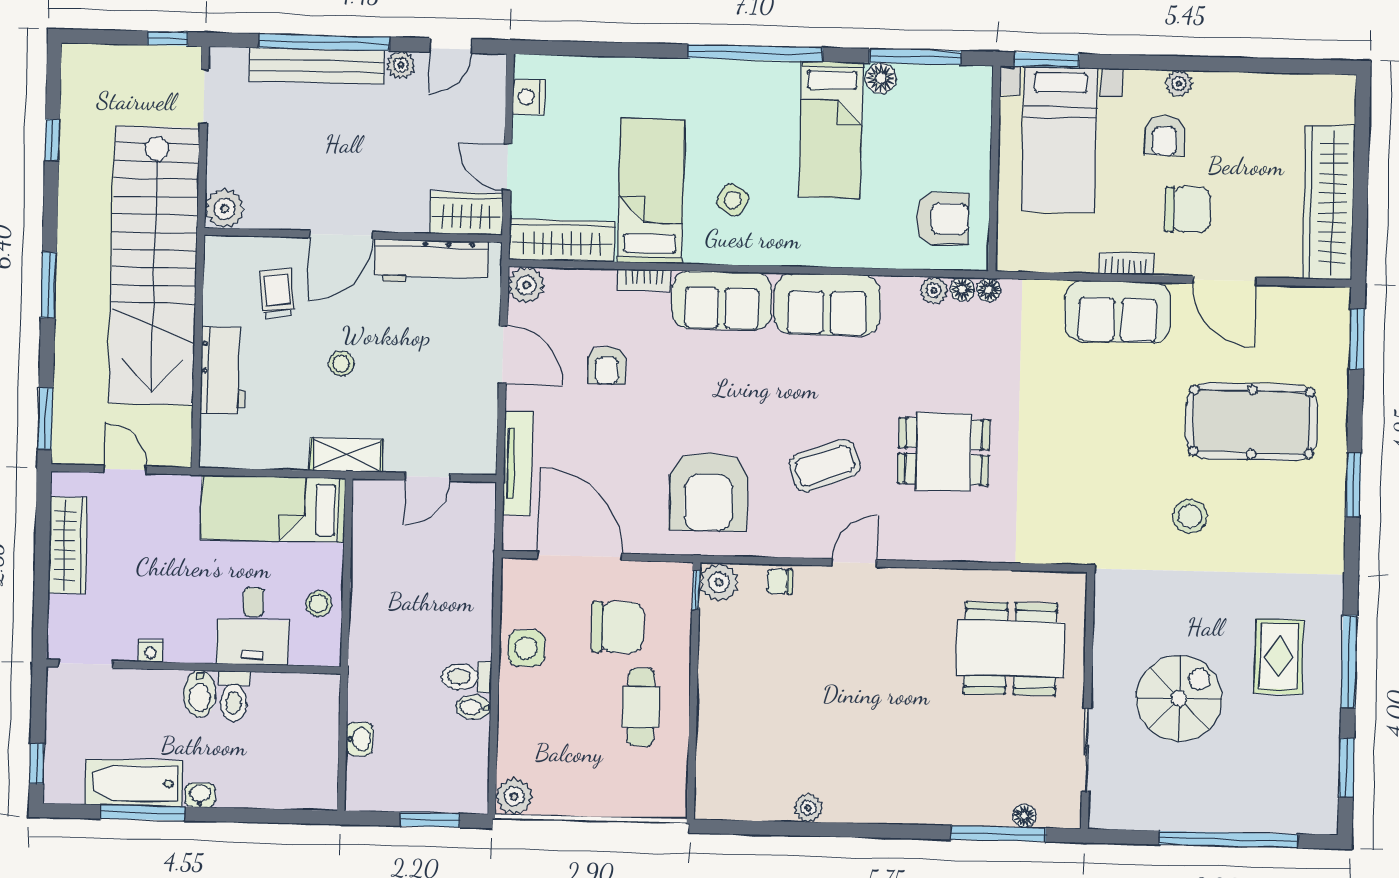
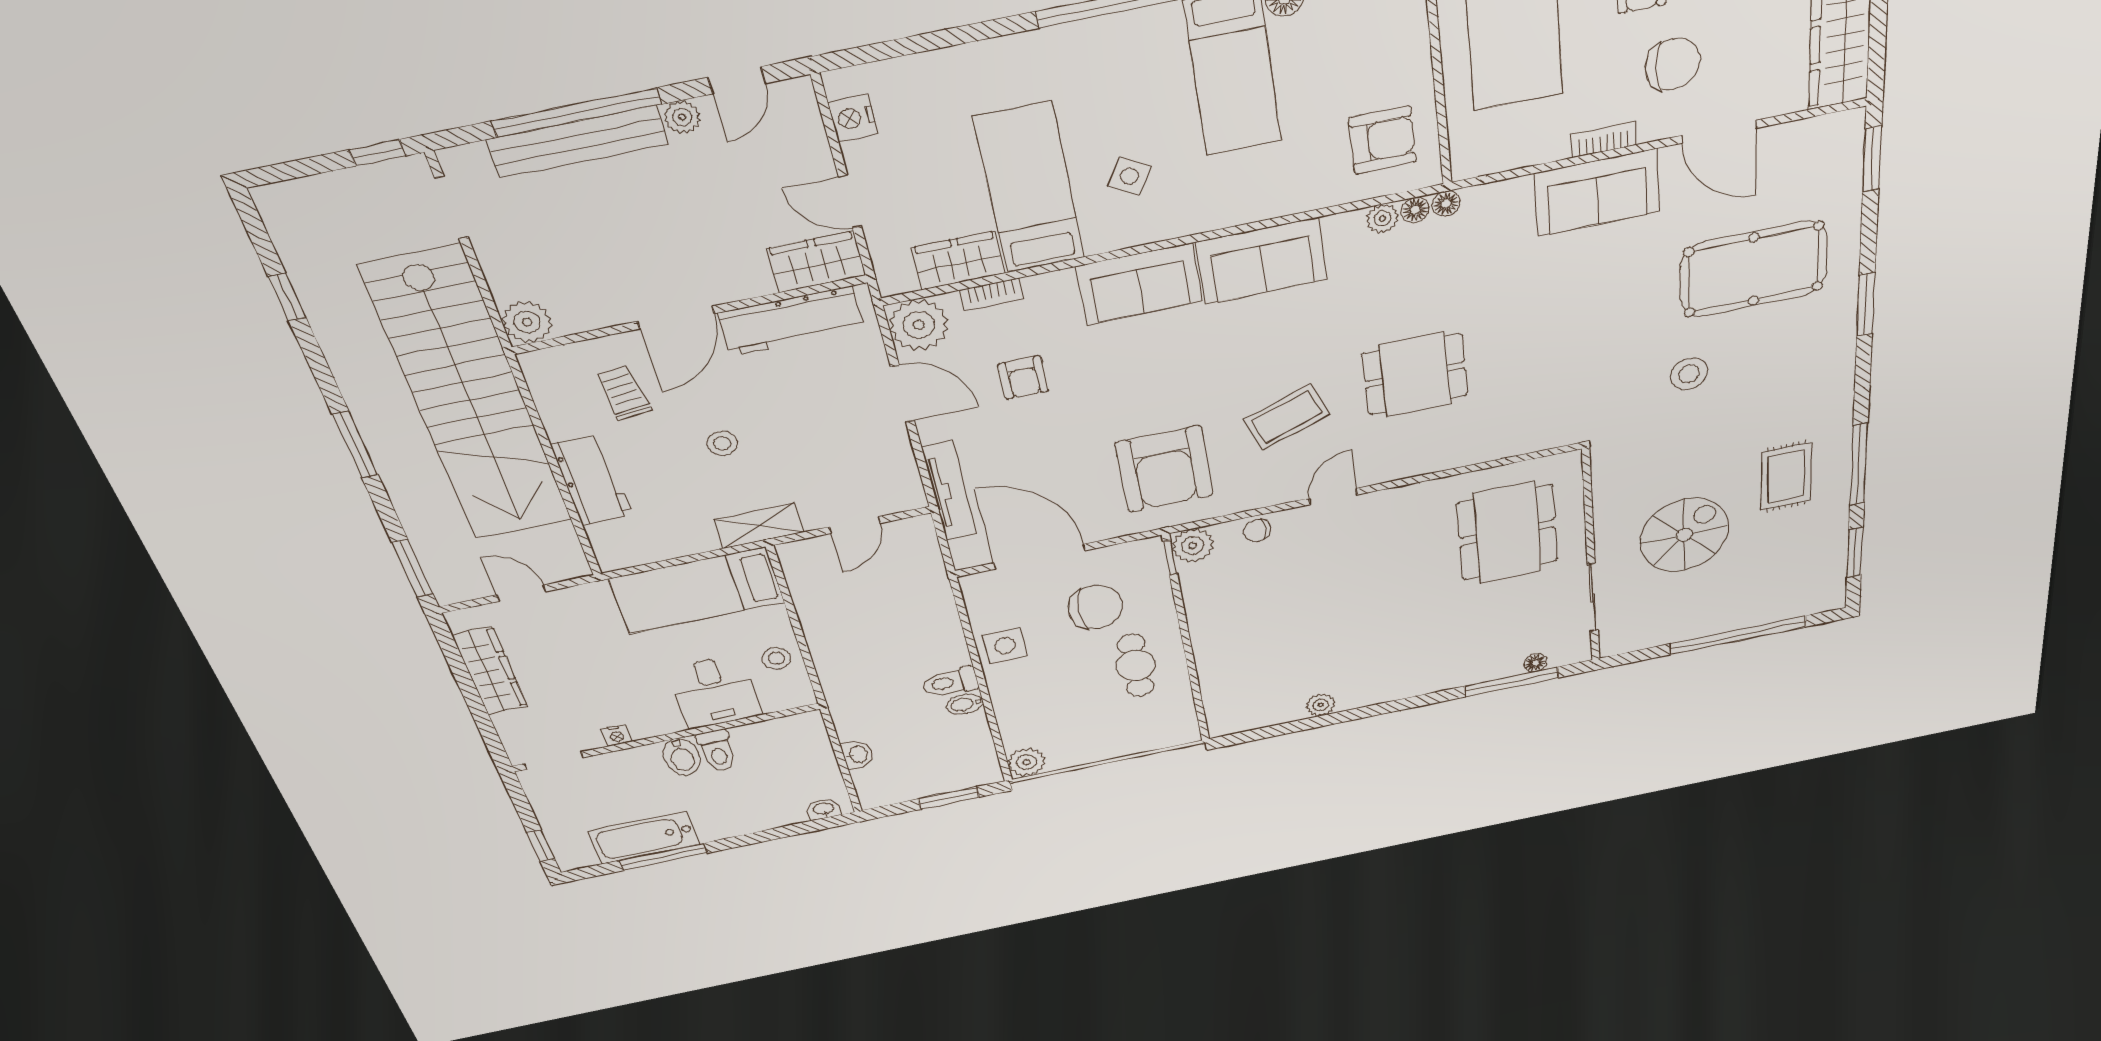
wardrobe: (562, 240) -> (958, 260), width x0.67
bookcase: (644, 280) -> (991, 294), moved
plant: (526, 285) -> (919, 325), width x1.36, depth x1.36
dining table: (1010, 649) -> (1507, 533), turned 90
washbasin: (200, 795) -> (823, 809), moved

